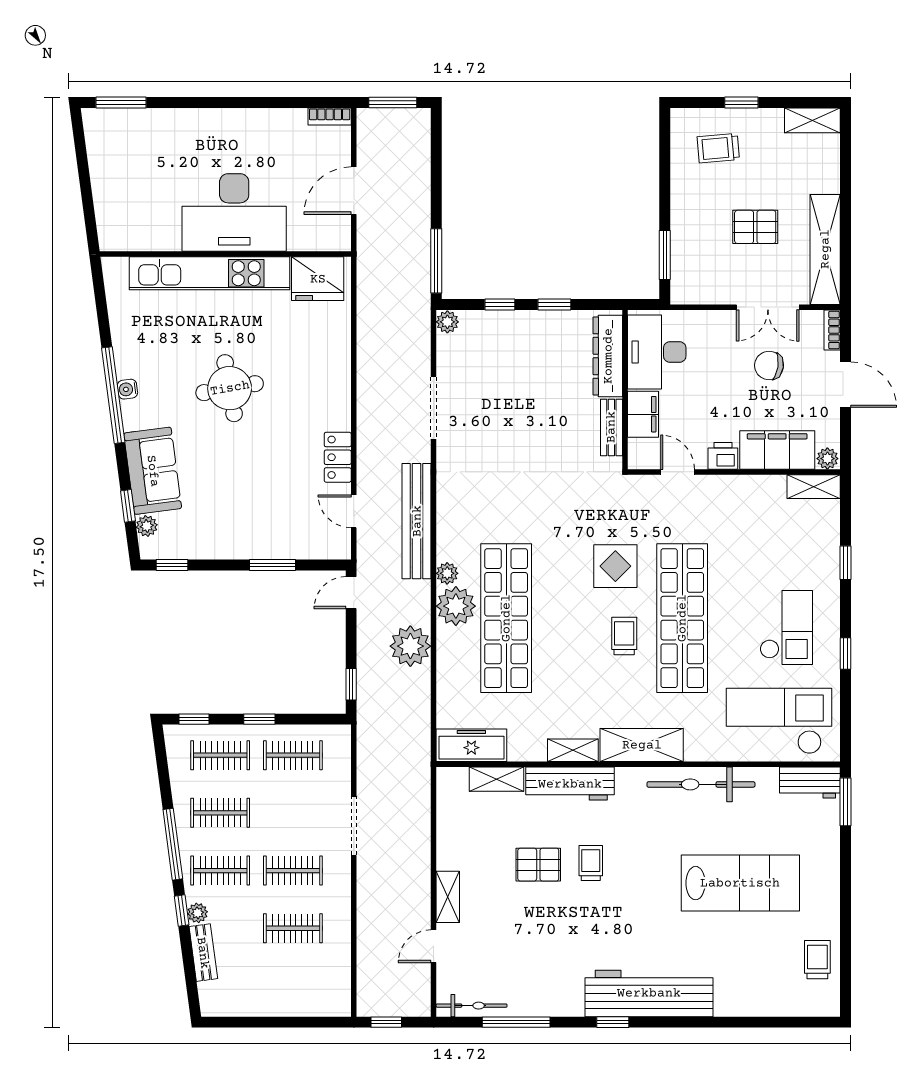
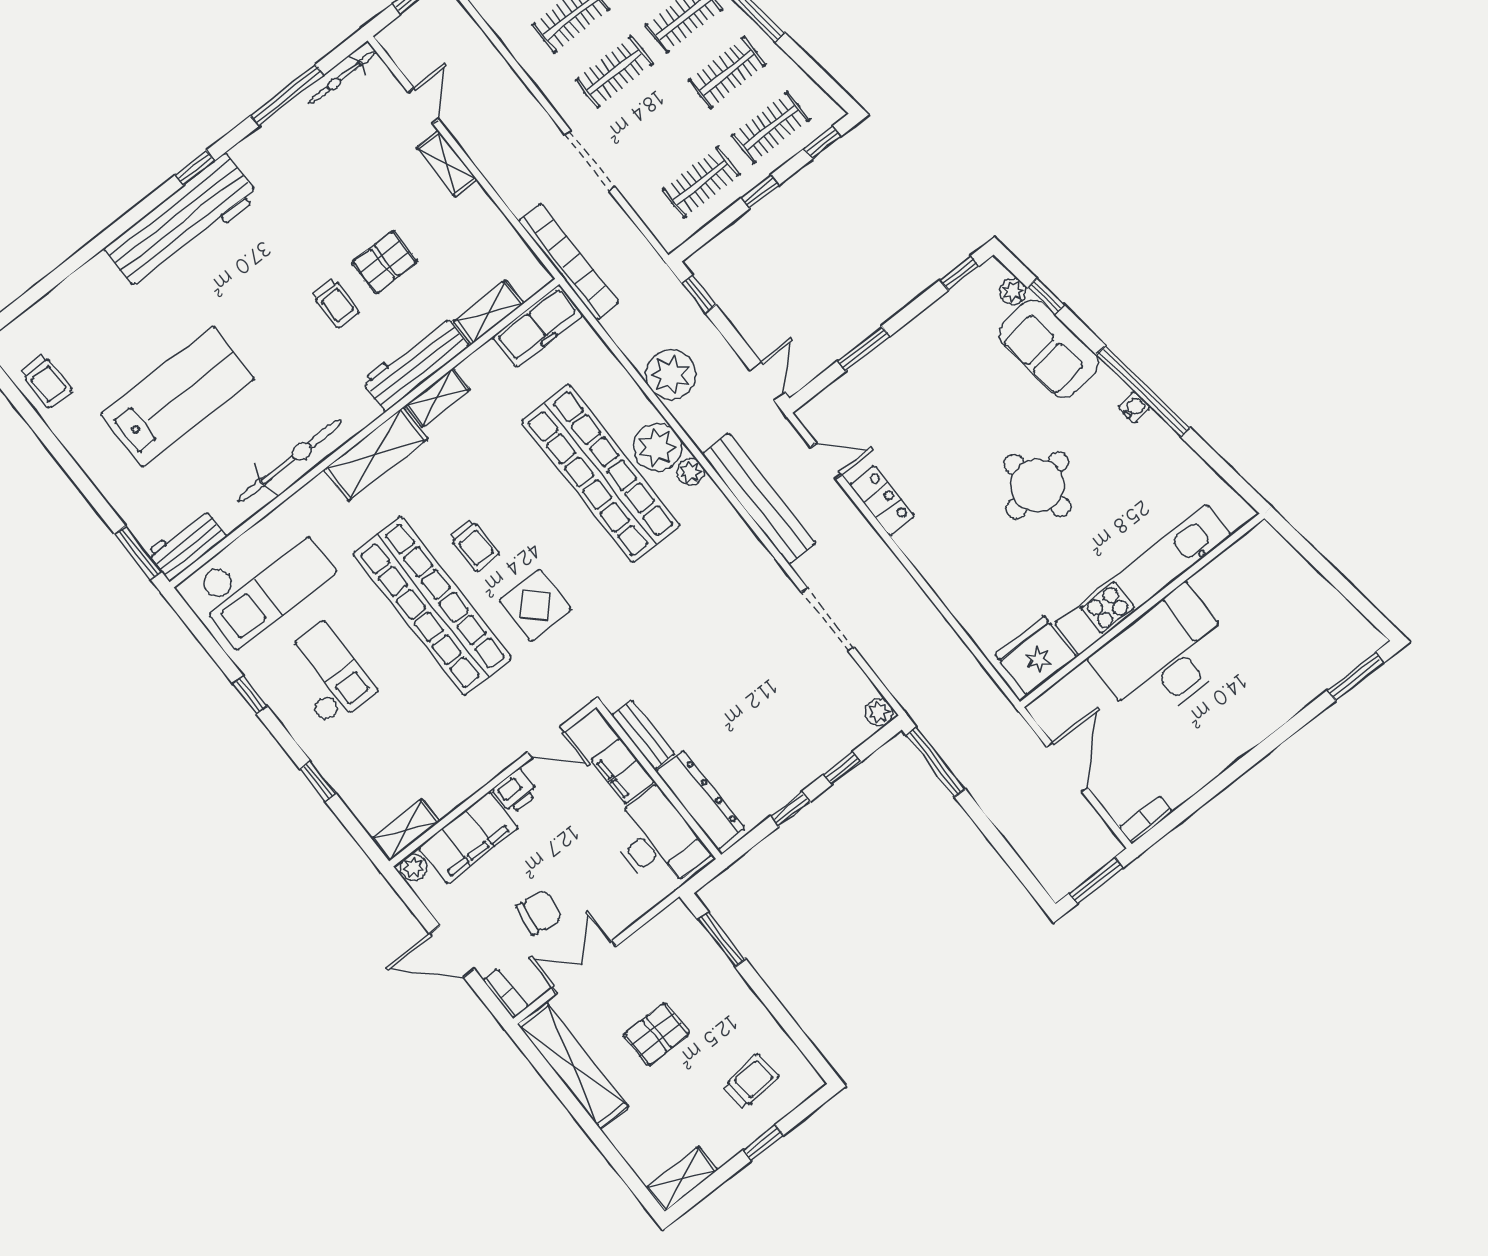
checkout: (786, 627) -> (326, 675), turned 180
bookcase: (419, 771) -> (569, 262), added
lab bench: (740, 883) -> (178, 396), turned 180

